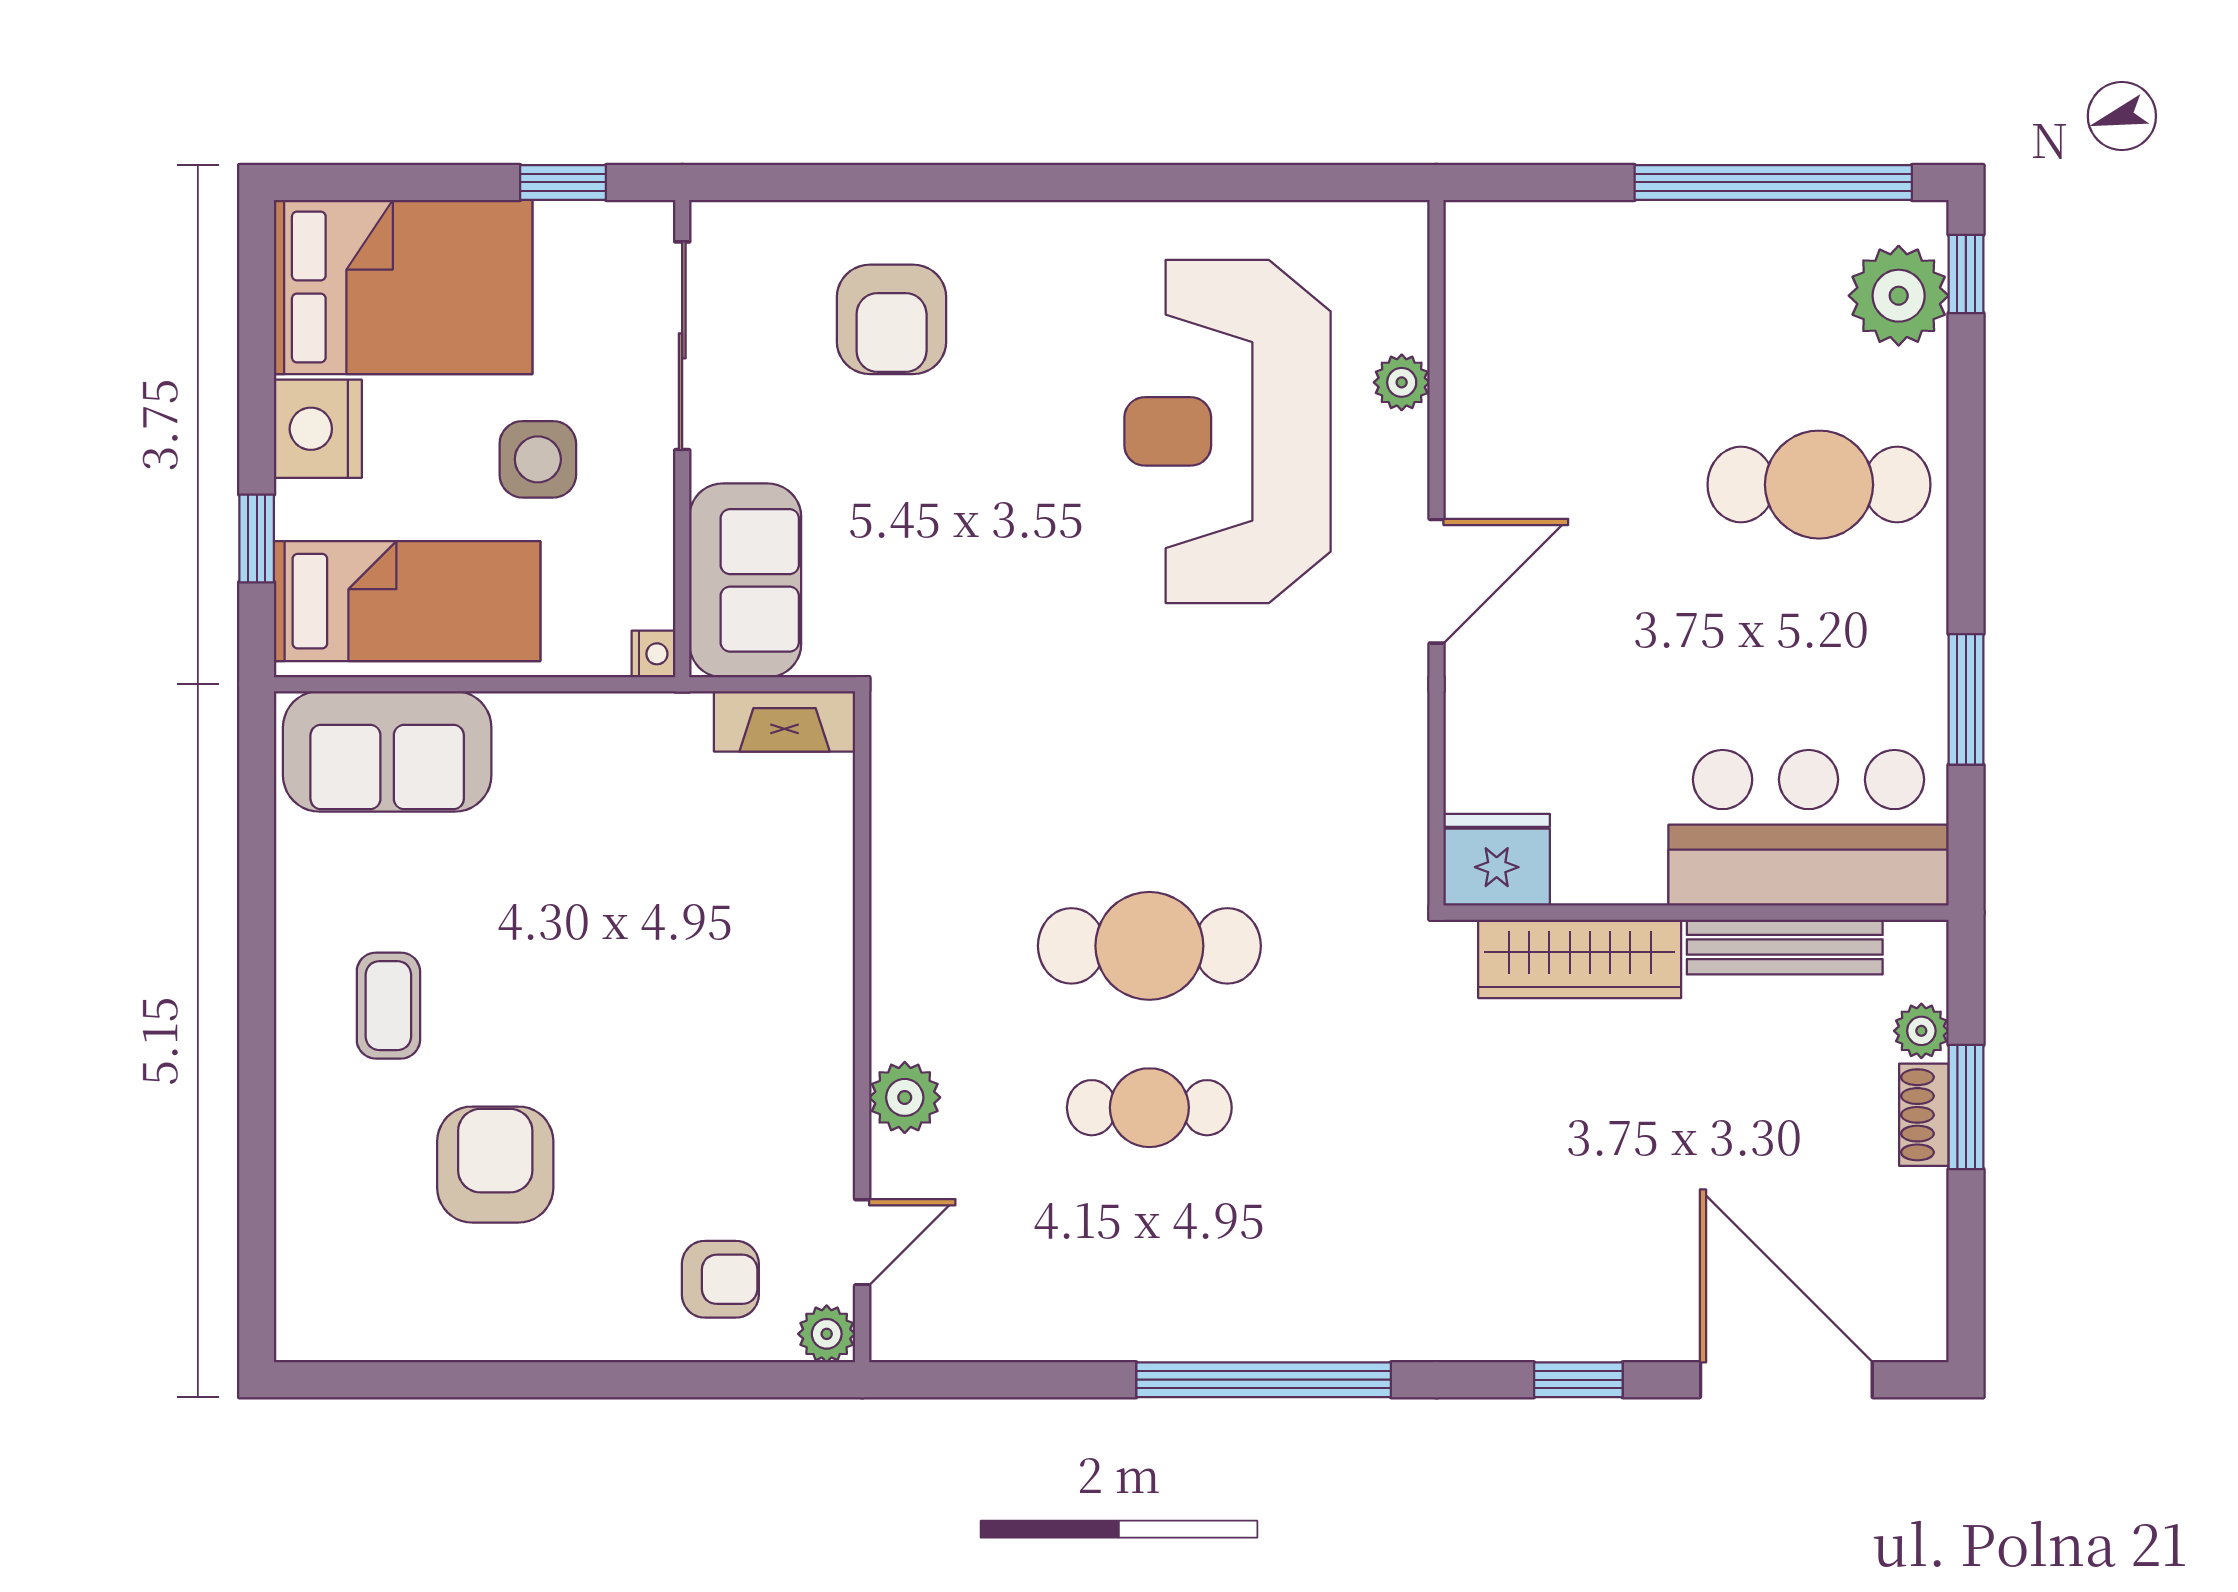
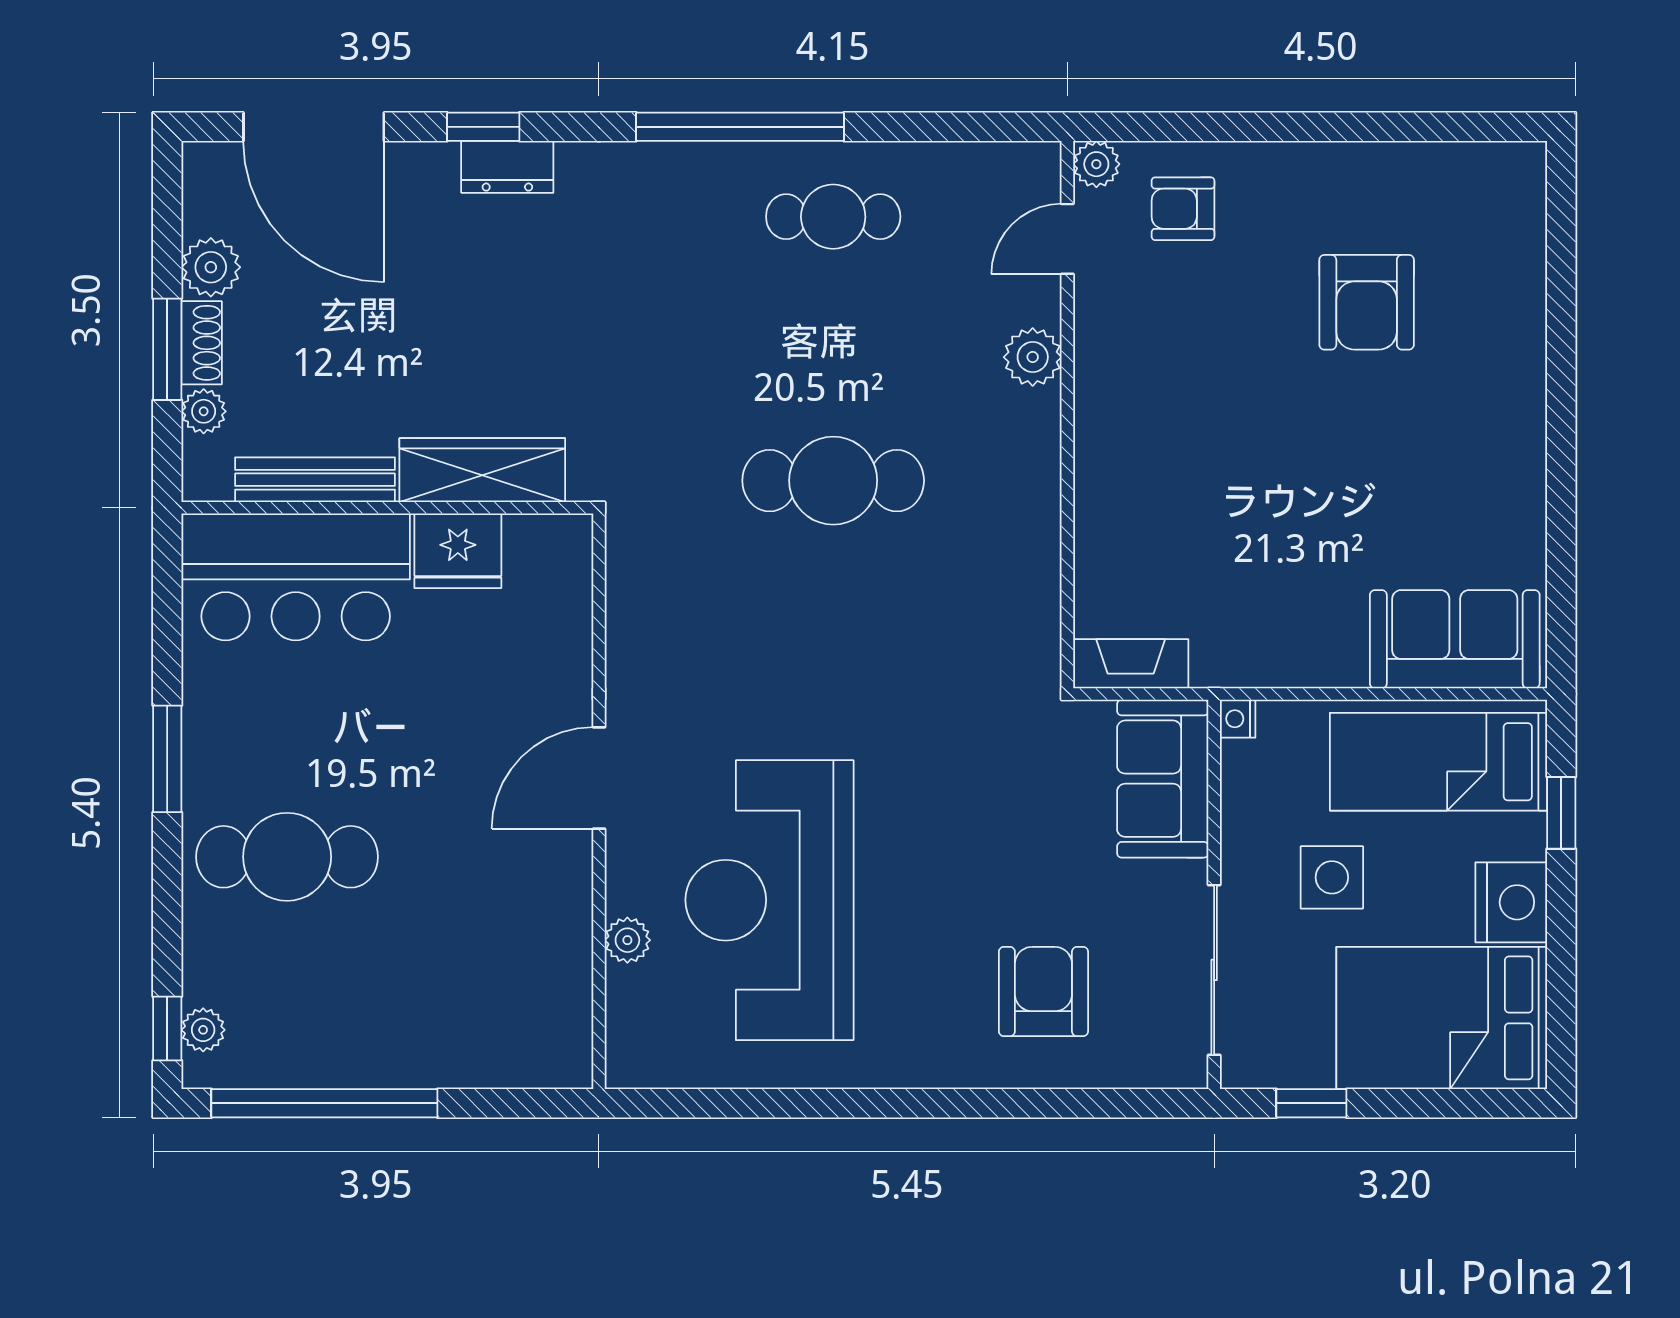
plant: (1899, 296) -> (203, 1030), width x0.53, depth x0.53
reception desk: (1228, 431) -> (769, 900), turned 180
window: (1966, 699) -> (167, 759), moved
fridge: (1497, 860) -> (458, 551), moved
coffee table: (388, 1006) -> (1454, 432), removed
cafe table: (1149, 1108) -> (833, 217), moved
plant: (1913, 1208) -> (211, 267), added
dresser: (1549, 1331) -> (507, 167), added

